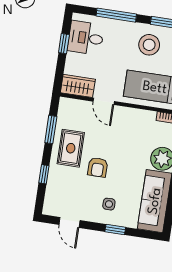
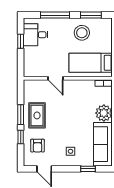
wardrobe: (78, 86) -> (35, 70), removed
window: (51, 129) -> (21, 115), moved
armchair: (98, 167) -> (37, 146), moved
window: (115, 229) -> (88, 169), moved

